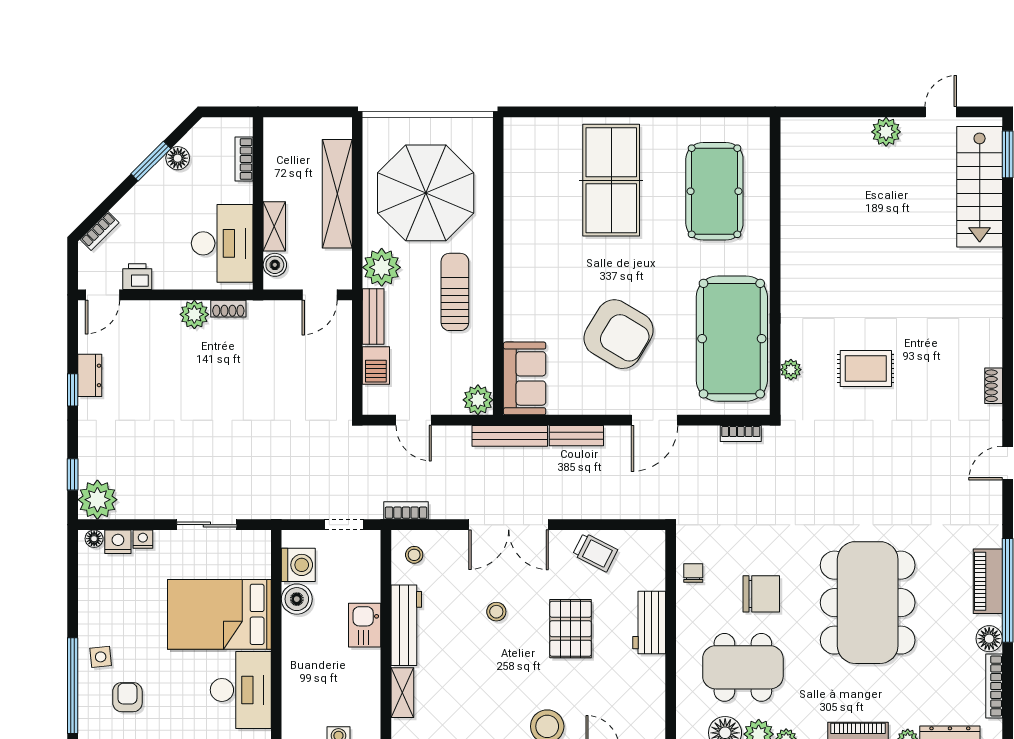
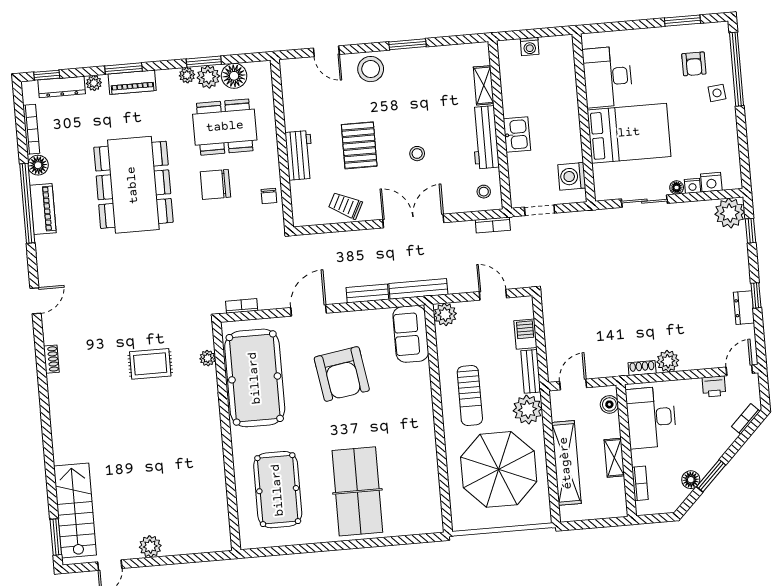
shelving: (274, 226) -> (614, 458), moved
armchair: (619, 334) -> (342, 374), turned -130
floor lamp: (94, 539) -> (677, 188), moved
boiler: (297, 599) -> (571, 150), removed

